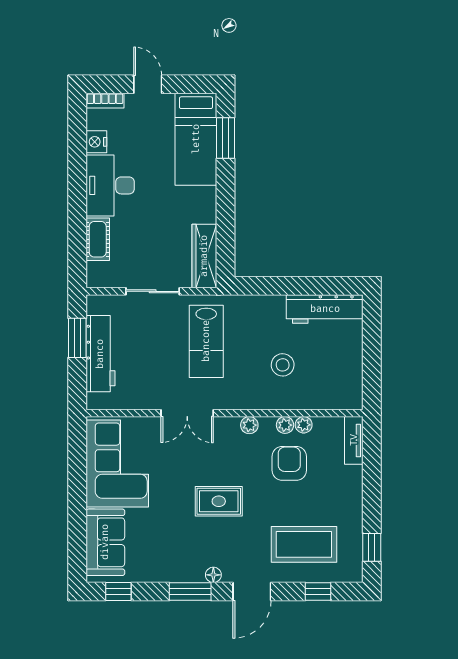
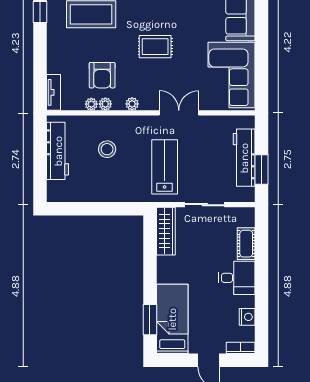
desk: (110, 185) -> (237, 278), width x0.73
workbench: (325, 309) -> (58, 151), moved, turned 90

